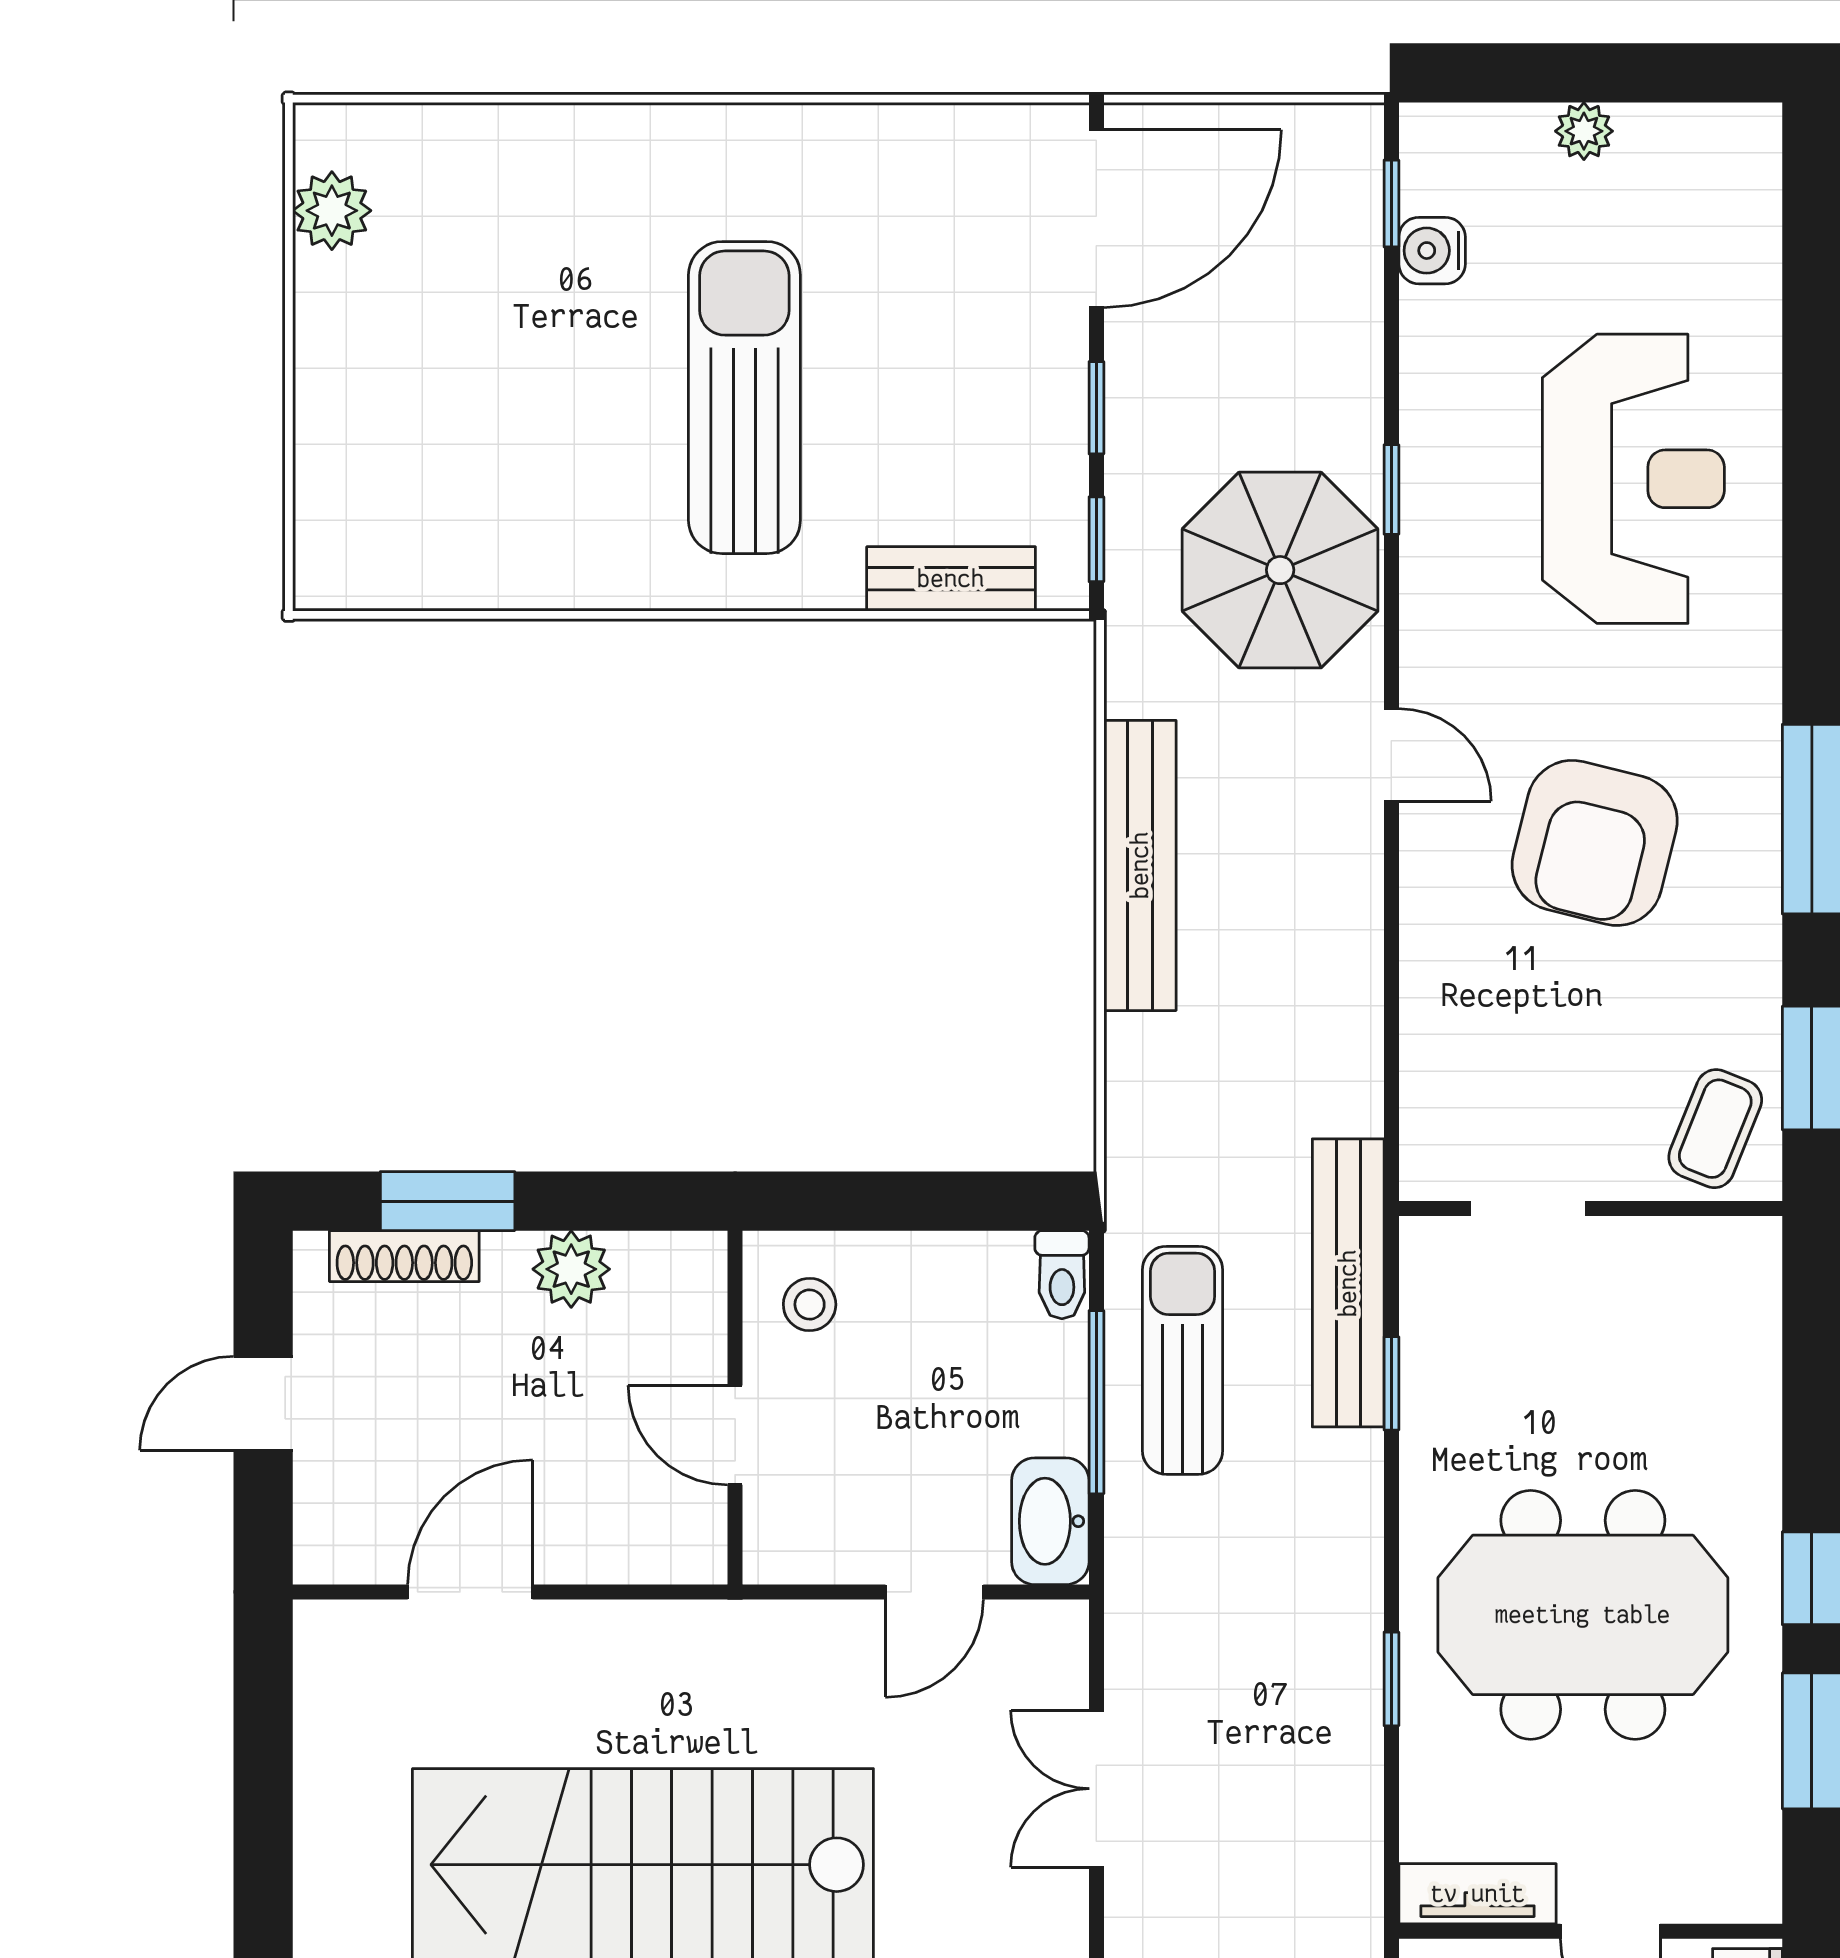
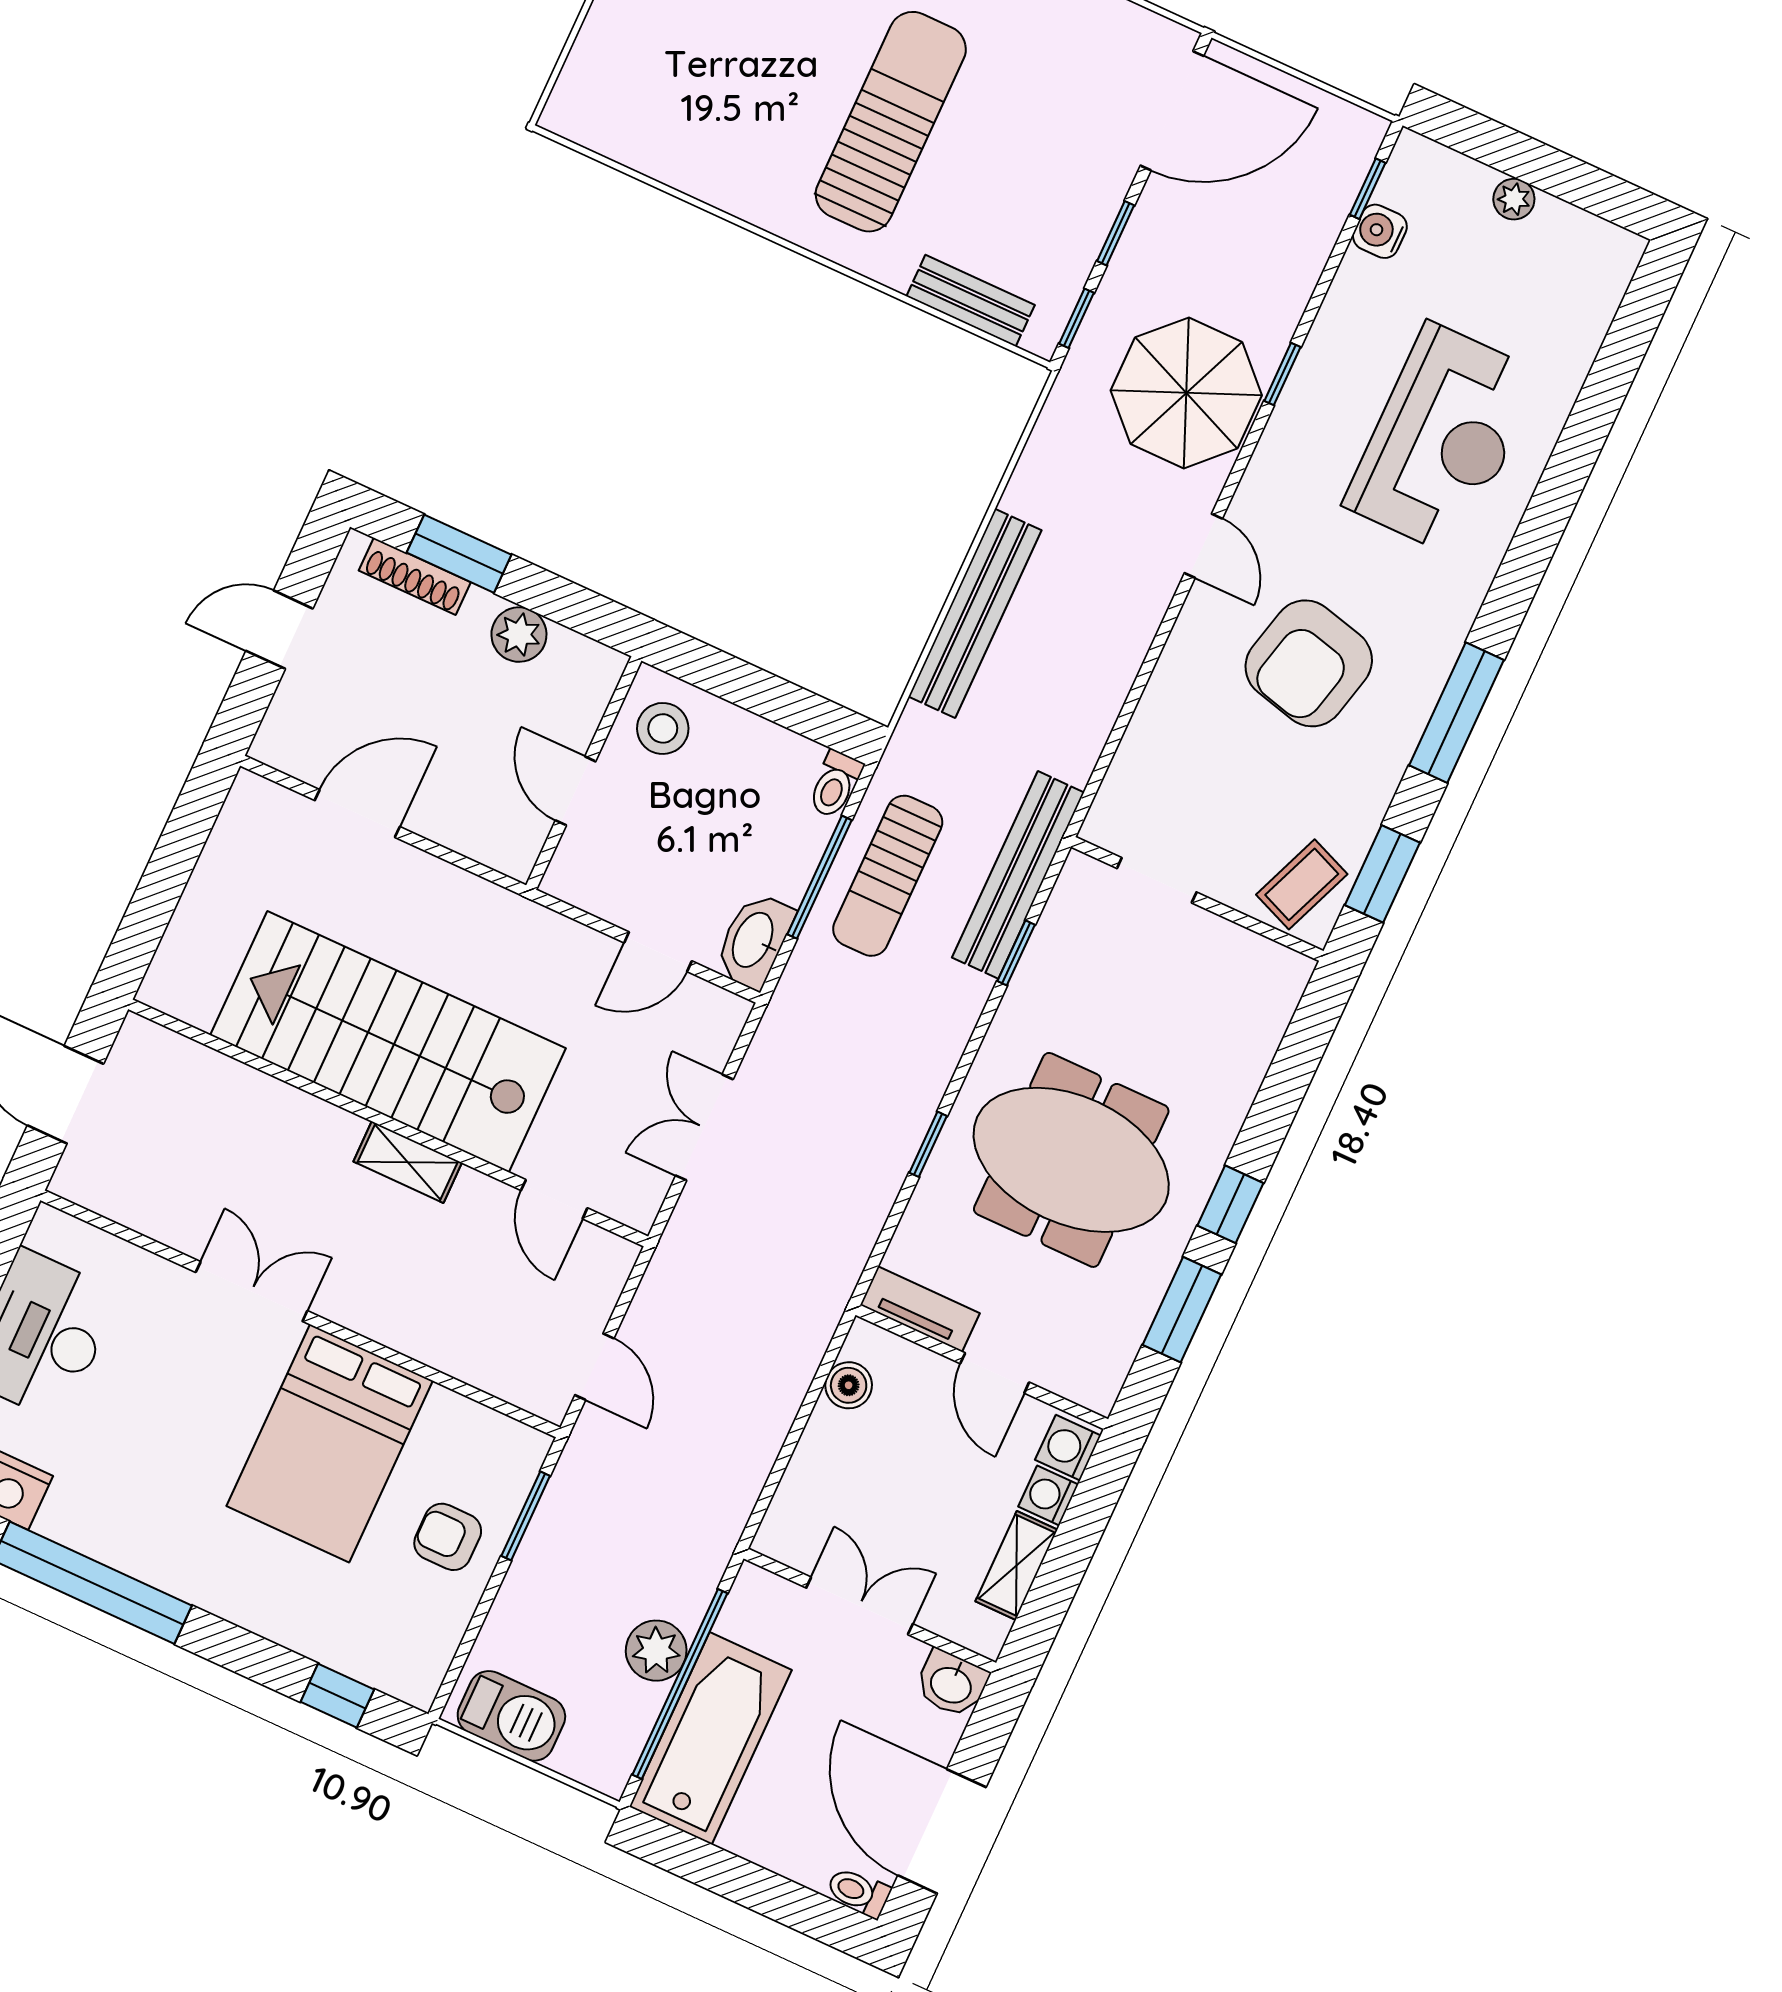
bench: (1140, 865) -> (975, 613), moved
stool: (810, 1305) -> (663, 728), width x1.37, depth x1.37
sun lounger: (1183, 1360) -> (888, 876), turned 180

